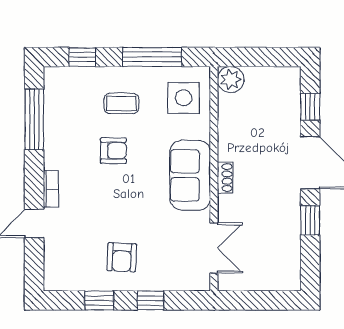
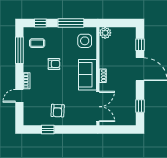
coffee table: (121, 103) -> (37, 43), moved
window: (310, 220) -> (140, 106), moved
double door: (214, 248) -> (98, 107), width x1.37
window: (151, 300) -> (70, 129), removed

